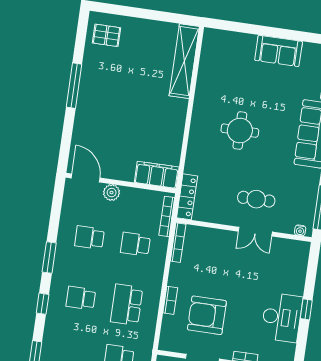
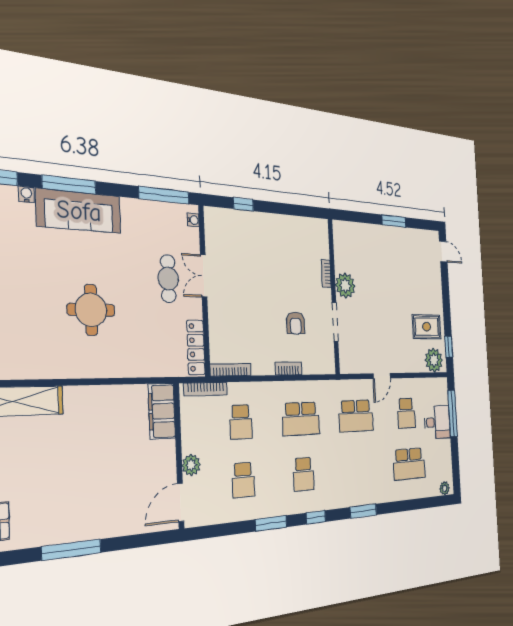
locker: (187, 197) -> (196, 347), moved, turned -90
double door: (255, 232) -> (204, 276), swing flipped
window: (306, 309) -> (243, 204), moved
armchair: (207, 315) -> (296, 323), width x0.53, depth x0.53
desk: (282, 317) -> (283, 235), removed

